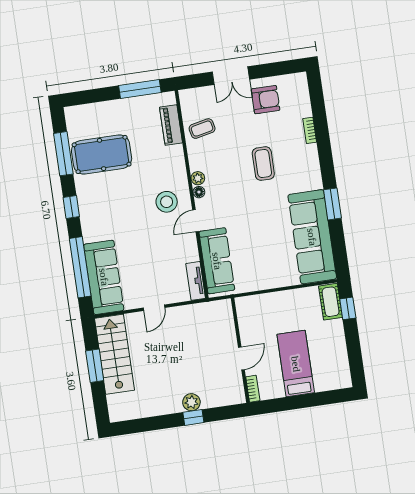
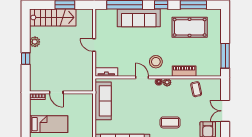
piano: (171, 125) -> (184, 71), moved
pool table: (102, 154) -> (190, 27), turned 90
sofa: (217, 261) -> (103, 101), moved, turned -90
sofa: (104, 277) -> (139, 18), moved
stairs: (115, 354) -> (53, 17), moved
plant: (191, 402) -> (35, 42), moved

